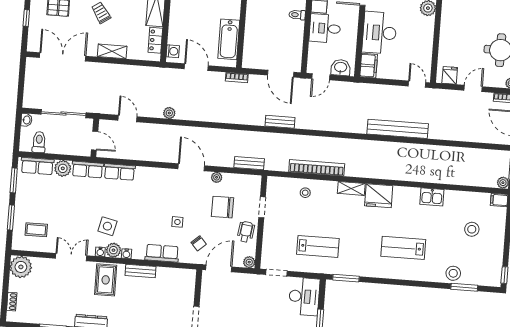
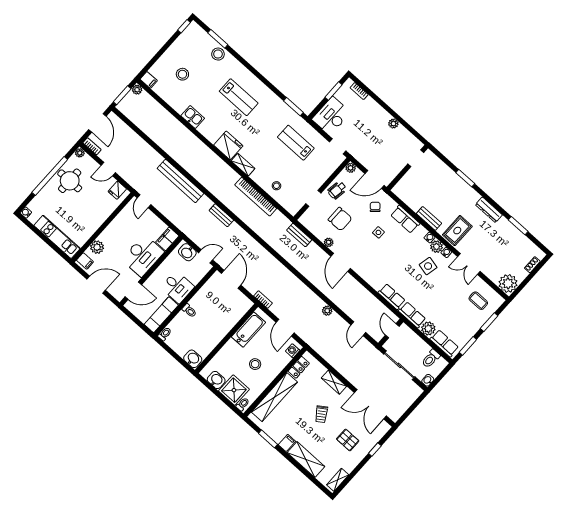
stool: (198, 12) -> (255, 364), added
bench: (280, 122) -> (221, 215), moved

